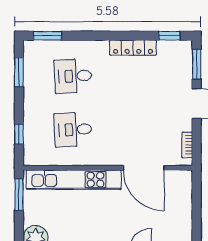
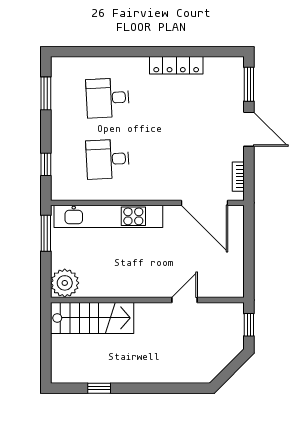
window: (47, 36) -> (78, 52), removed
window: (169, 36) -> (218, 52), removed
door: (144, 168) -> (204, 203), moved

